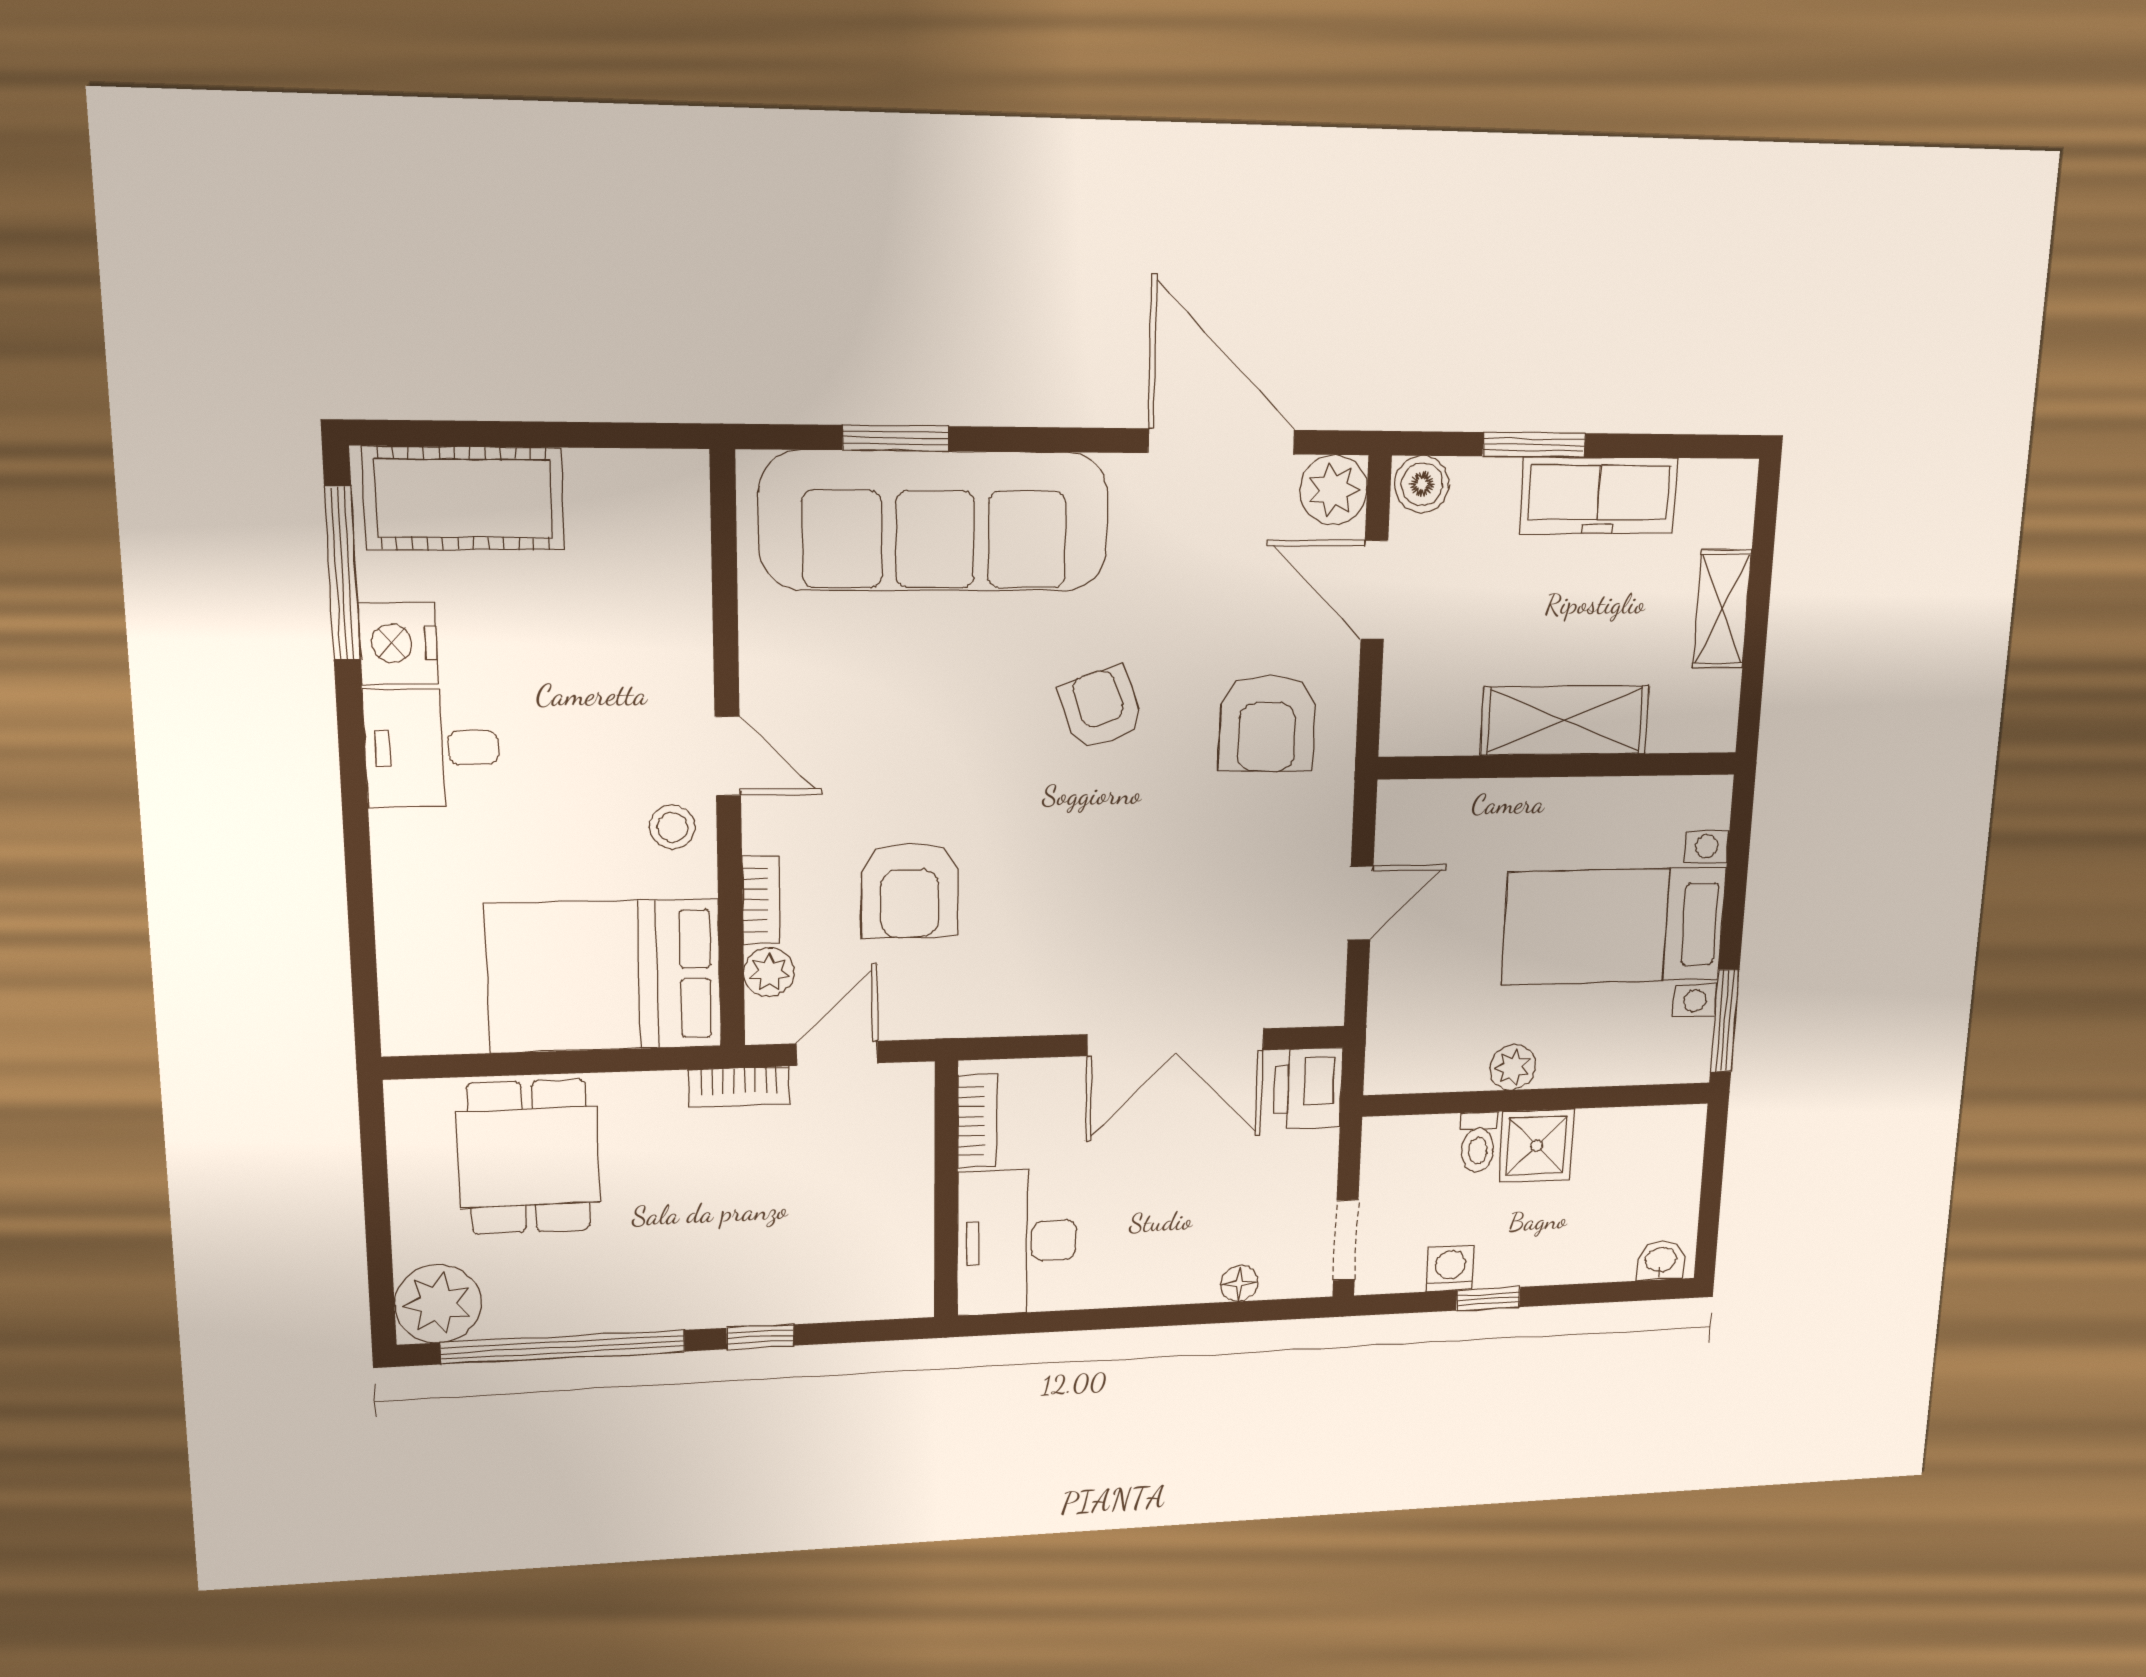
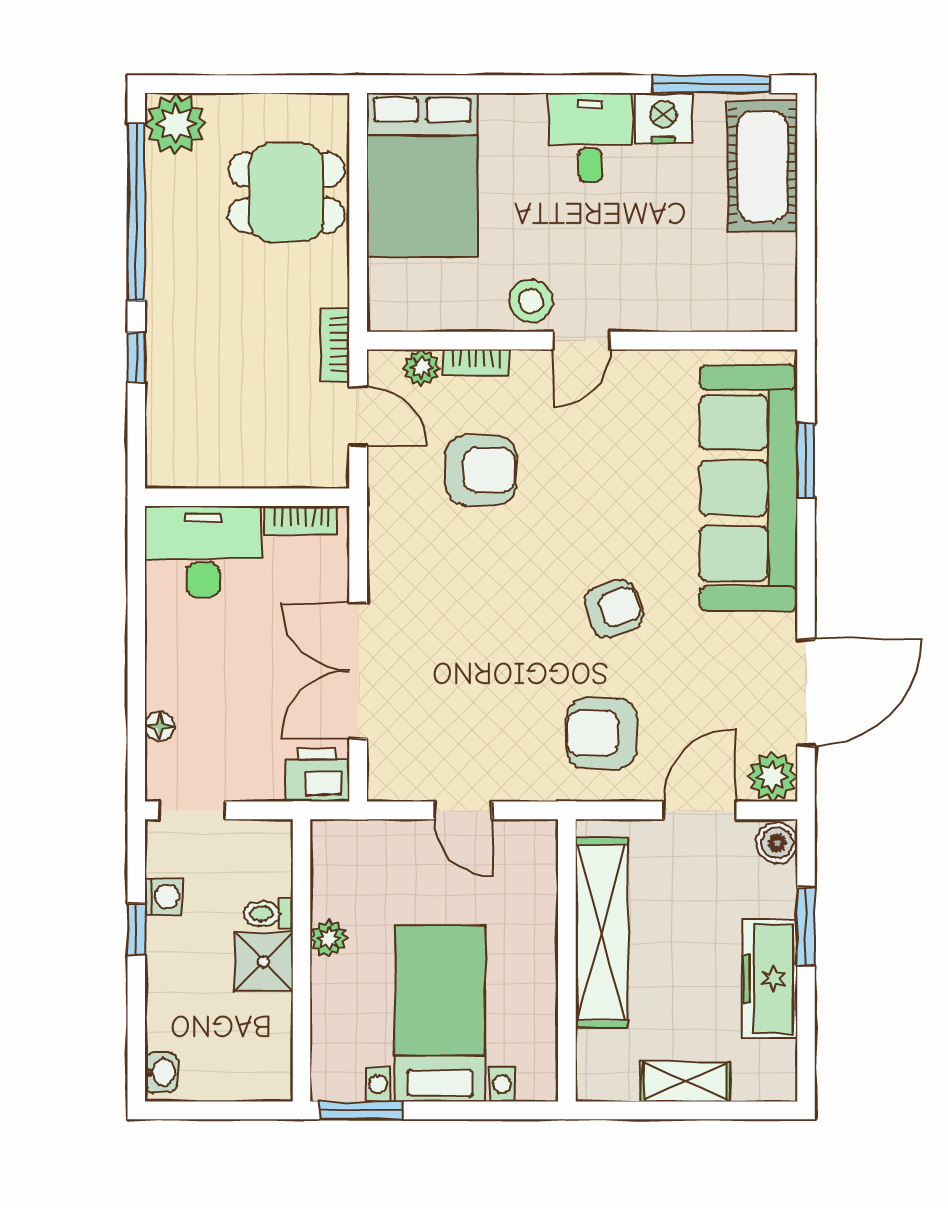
shelving: (1565, 720) -> (602, 933), width x1.47
stool: (672, 827) -> (531, 301), width x1.37, depth x1.37
armchair: (910, 890) -> (481, 470), turned 180
bed: (604, 976) -> (422, 175), moved, turned 180

